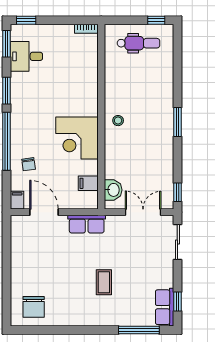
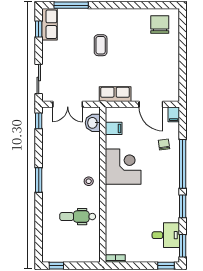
dental chair: (138, 43) -> (78, 217), moved

